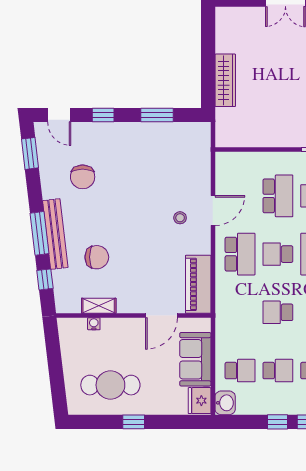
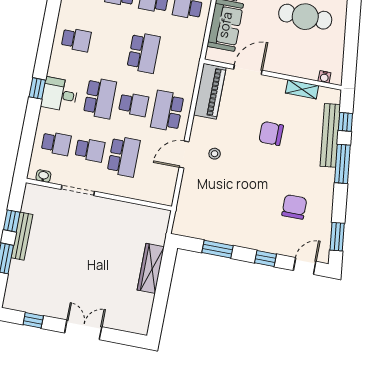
door: (59, 115) -> (305, 266), hinge flipped
school desk: (278, 196) -> (124, 156), turned 180
bench: (55, 234) -> (330, 135), moved
chair: (97, 257) -> (271, 133), moved
school desk: (278, 312) -> (144, 53), width x1.85
water cooler: (94, 324) -> (324, 77), moved

